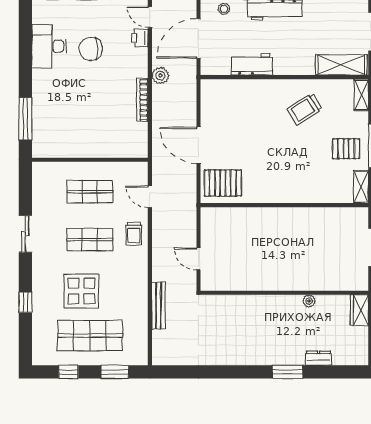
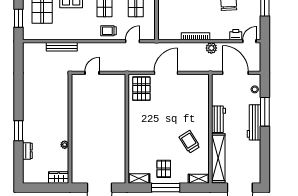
workbench: (252, 65) -> (218, 119), moved
shelving: (341, 65) -> (218, 158), width x1.47

